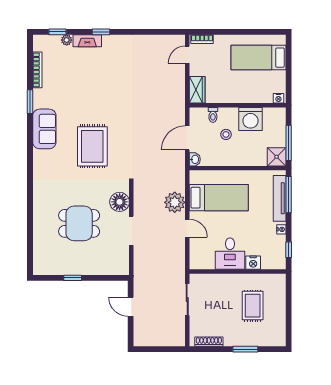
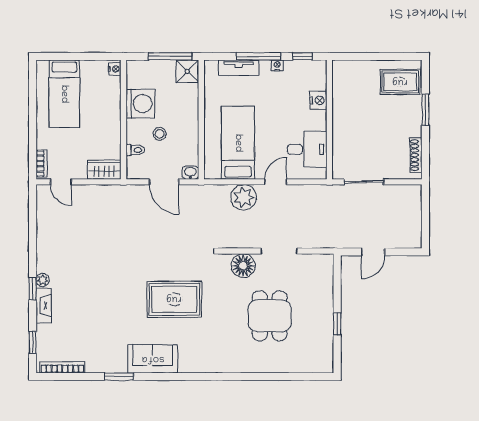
plant: (67, 40) -> (43, 280), moved
bookcase: (37, 70) -> (62, 367), moved
window: (289, 195) -> (258, 56), moved
tv unit: (280, 198) -> (239, 68), width x0.71
desk: (230, 254) -> (307, 149), moved
rug: (253, 306) -> (400, 82), moved

